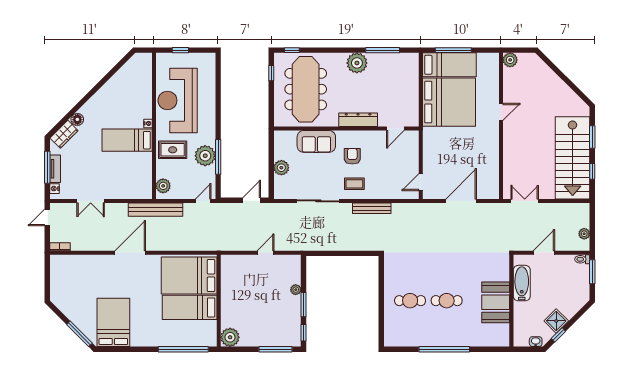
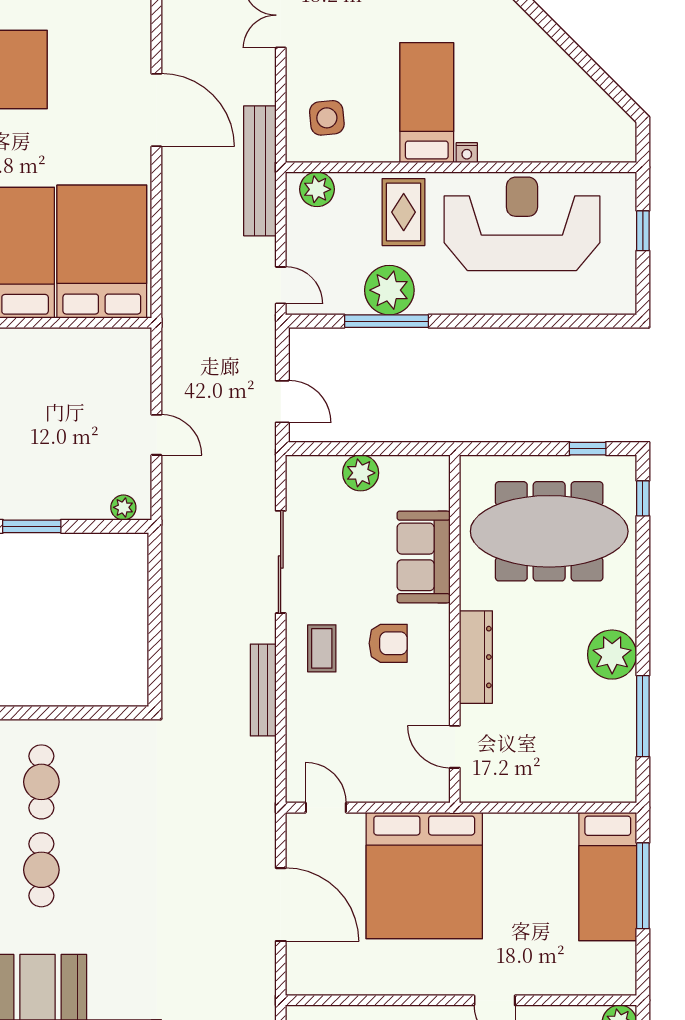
bed: (449, 102) -> (424, 875), moved
side table: (133, 182) -> (327, 118), added
plant: (296, 290) -> (123, 507), moved

